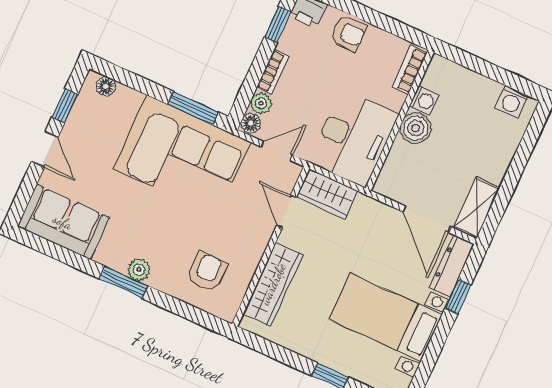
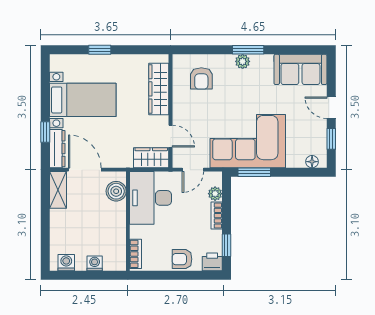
washing machine: (424, 100) -> (95, 263), moved, turned 90
floor lamp: (251, 123) -> (216, 179), removed
boiler: (416, 128) -> (116, 191), moved

